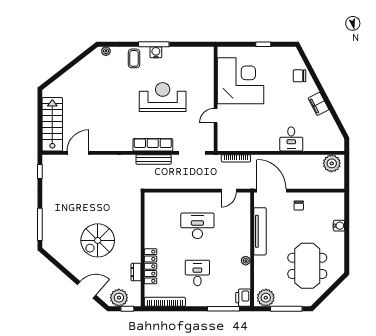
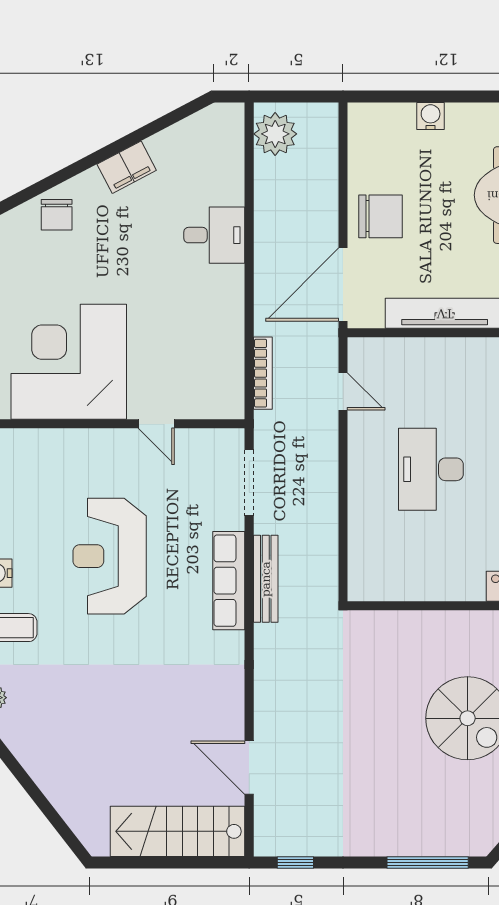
chair: (299, 206) -> (380, 216), width x1.87, depth x1.87

